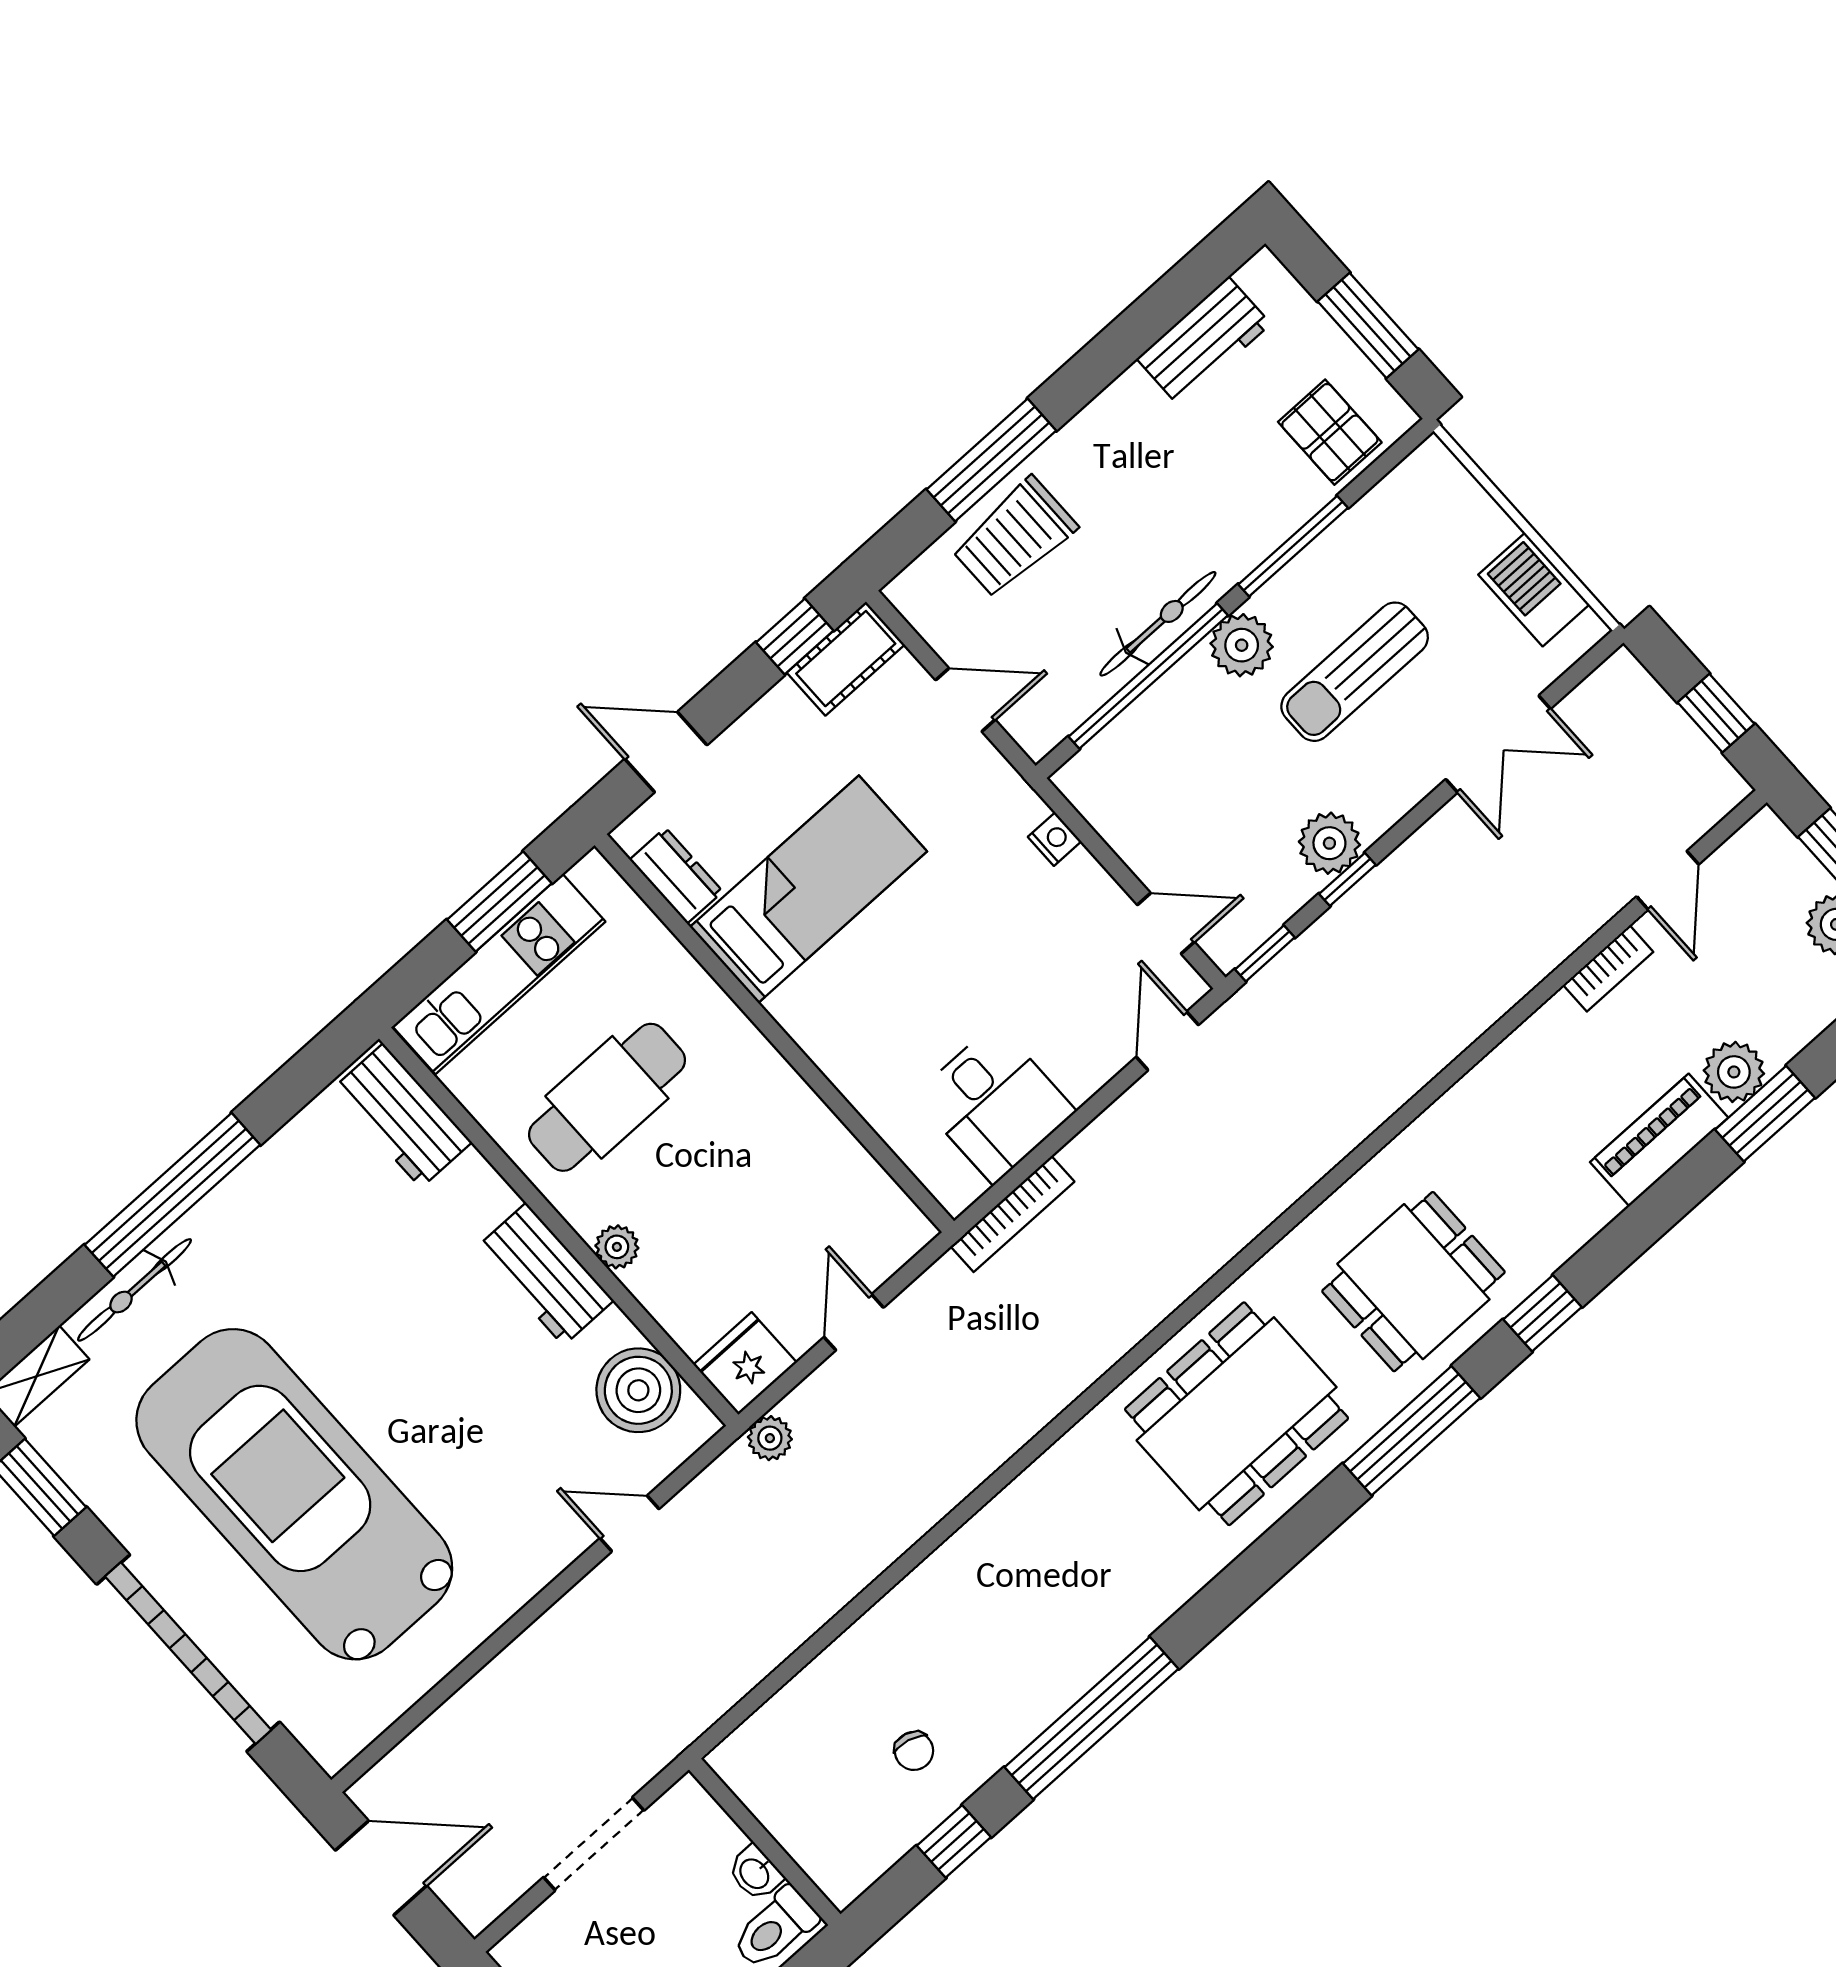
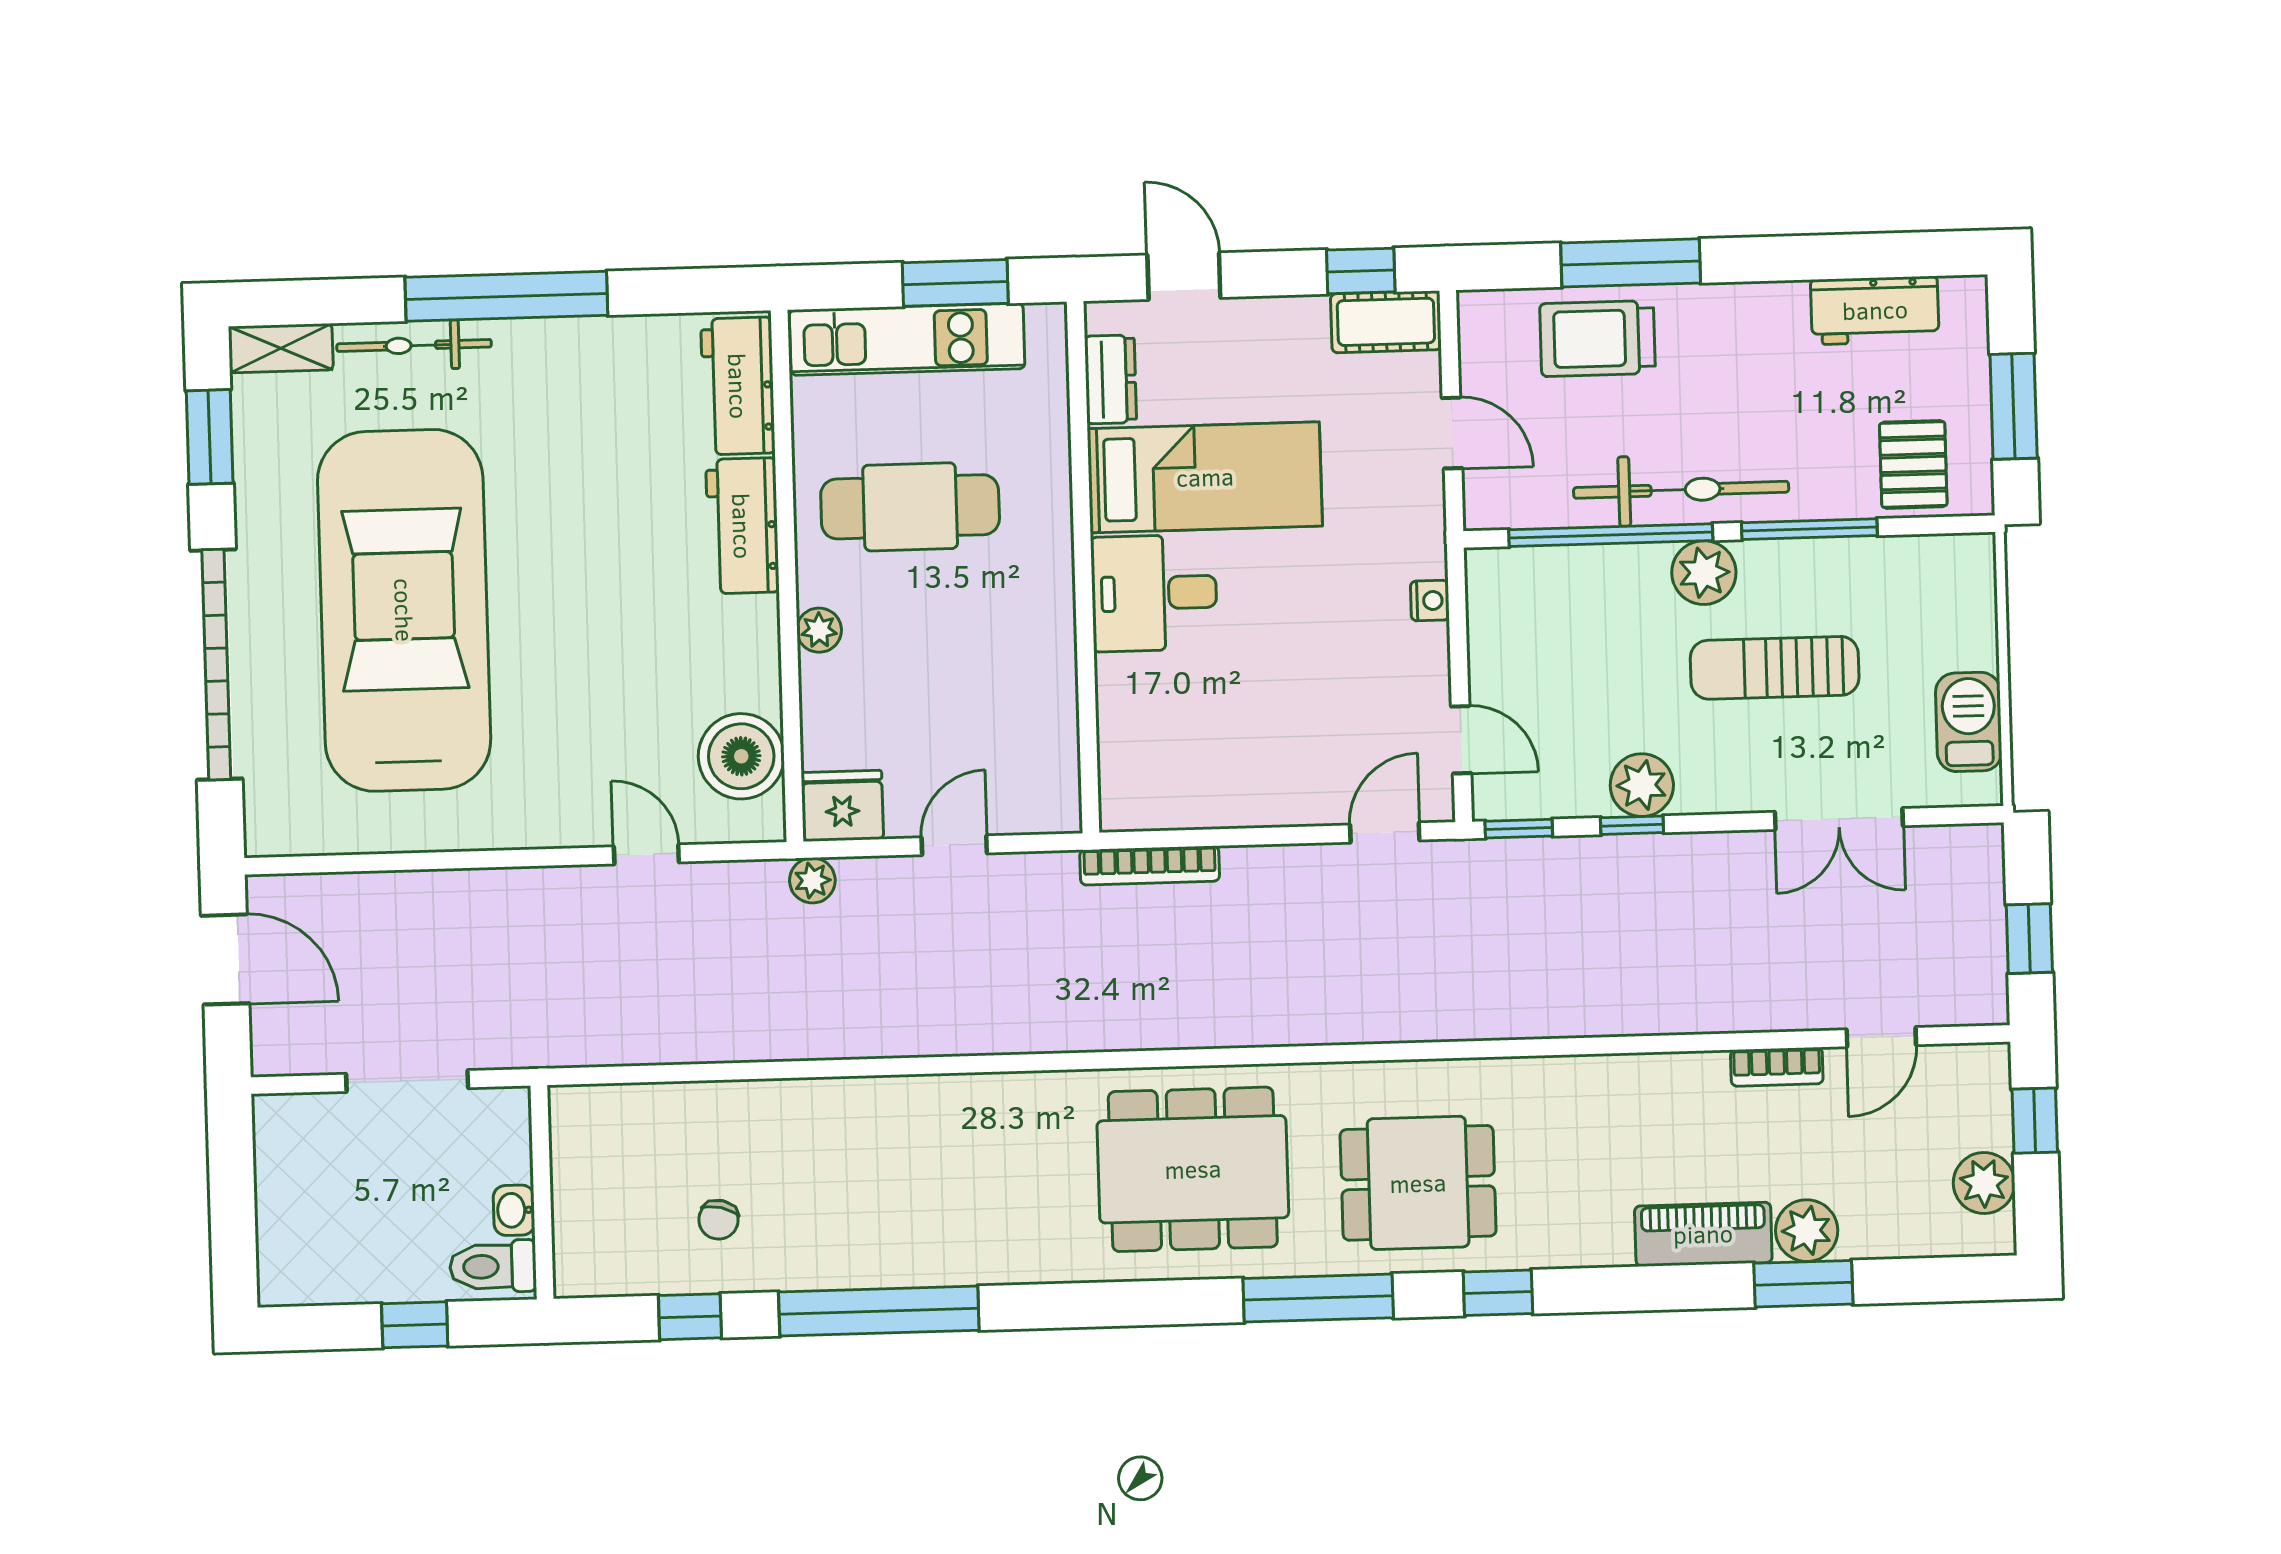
bicycle: (1158, 624) -> (1681, 490), width x1.37, depth x1.40
desk: (995, 1103) -> (1154, 593), moved, turned 90
workbench: (545, 1274) -> (742, 526), moved

